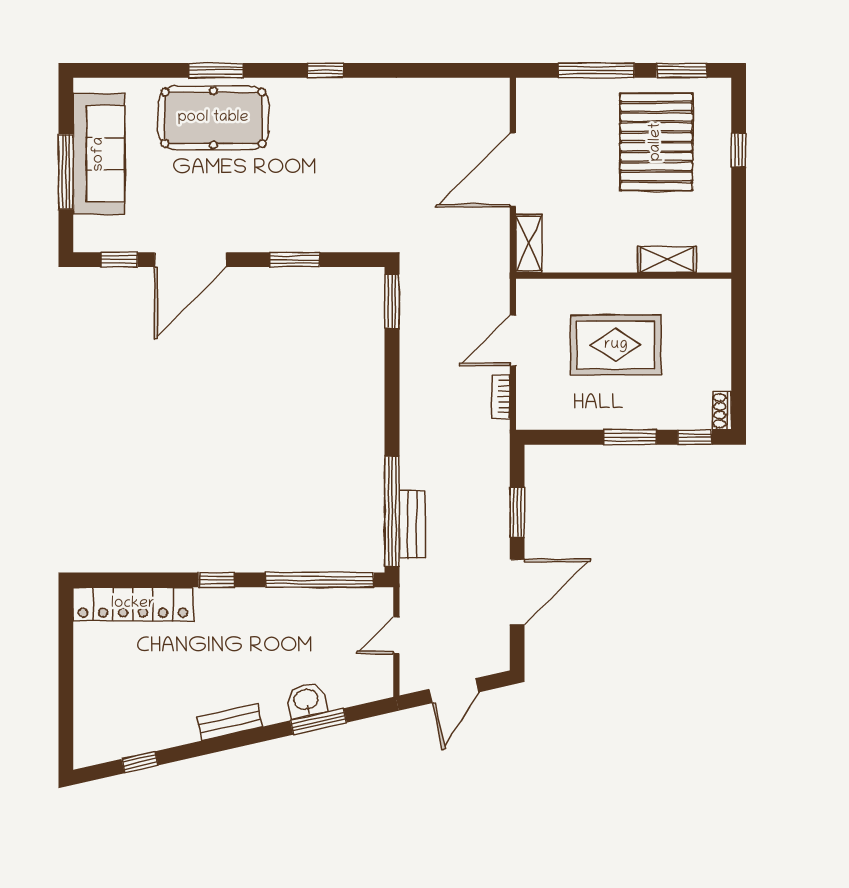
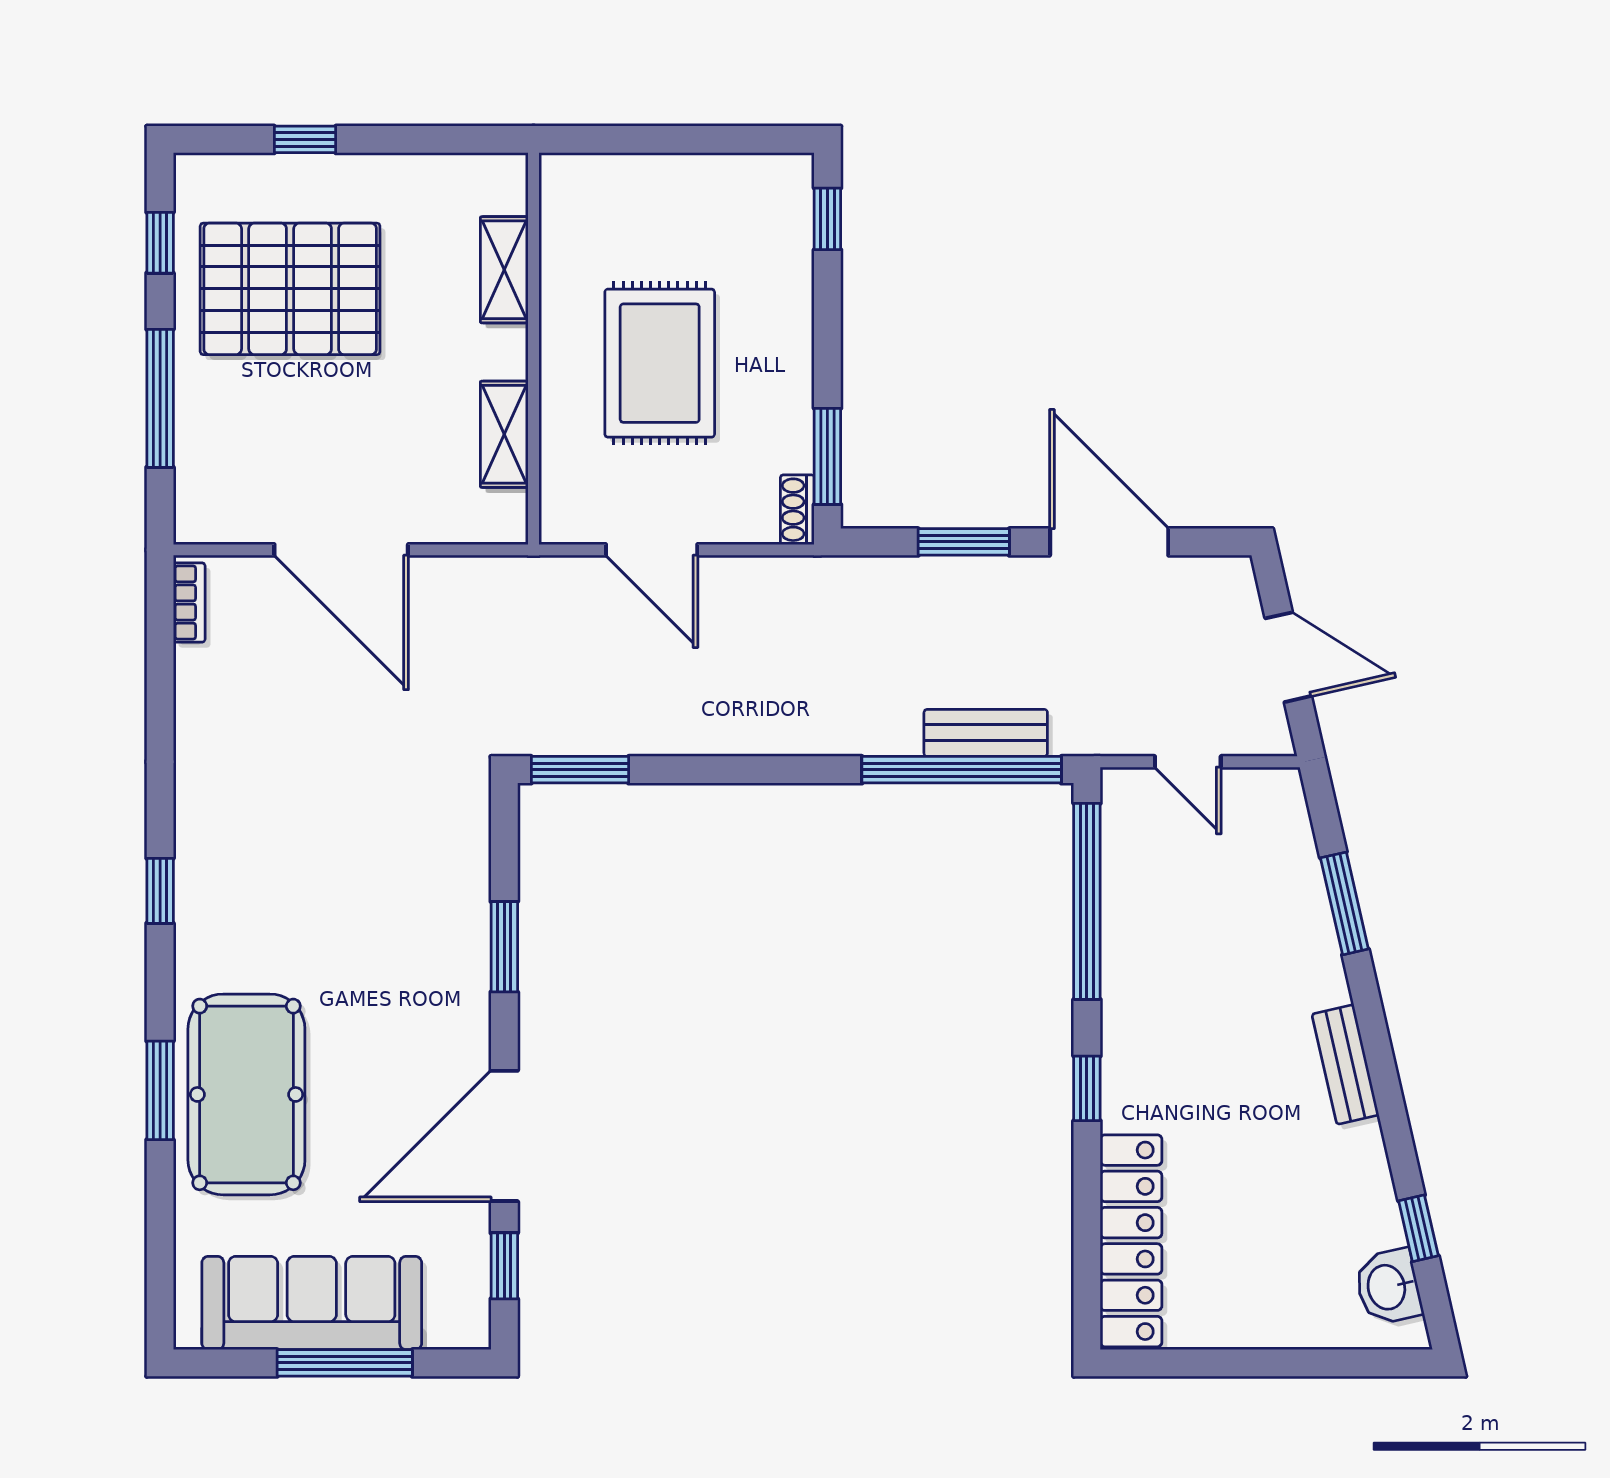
window: (682, 70) -> (160, 243), width x0.67
shelving: (529, 243) -> (504, 434), moved, turned 90
door: (191, 260) -> (504, 1136), swing flipped
bookcase: (501, 397) -> (189, 603), moved, turned -90
shoe rack: (722, 411) -> (797, 510), moved, turned 90
window: (630, 437) -> (827, 456), moved
washbasin: (306, 700) -> (1388, 1287), moved

